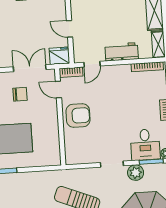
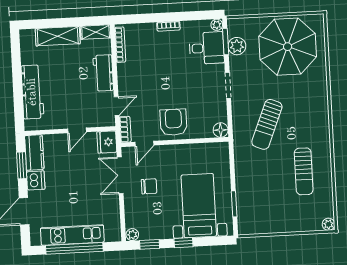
door: (92, 64) -> (117, 106), hinge flipped
chair: (20, 94) -> (149, 186), turned 90
floor lamp: (72, 158) -> (221, 130), added
plant: (136, 173) -> (237, 46), moved

